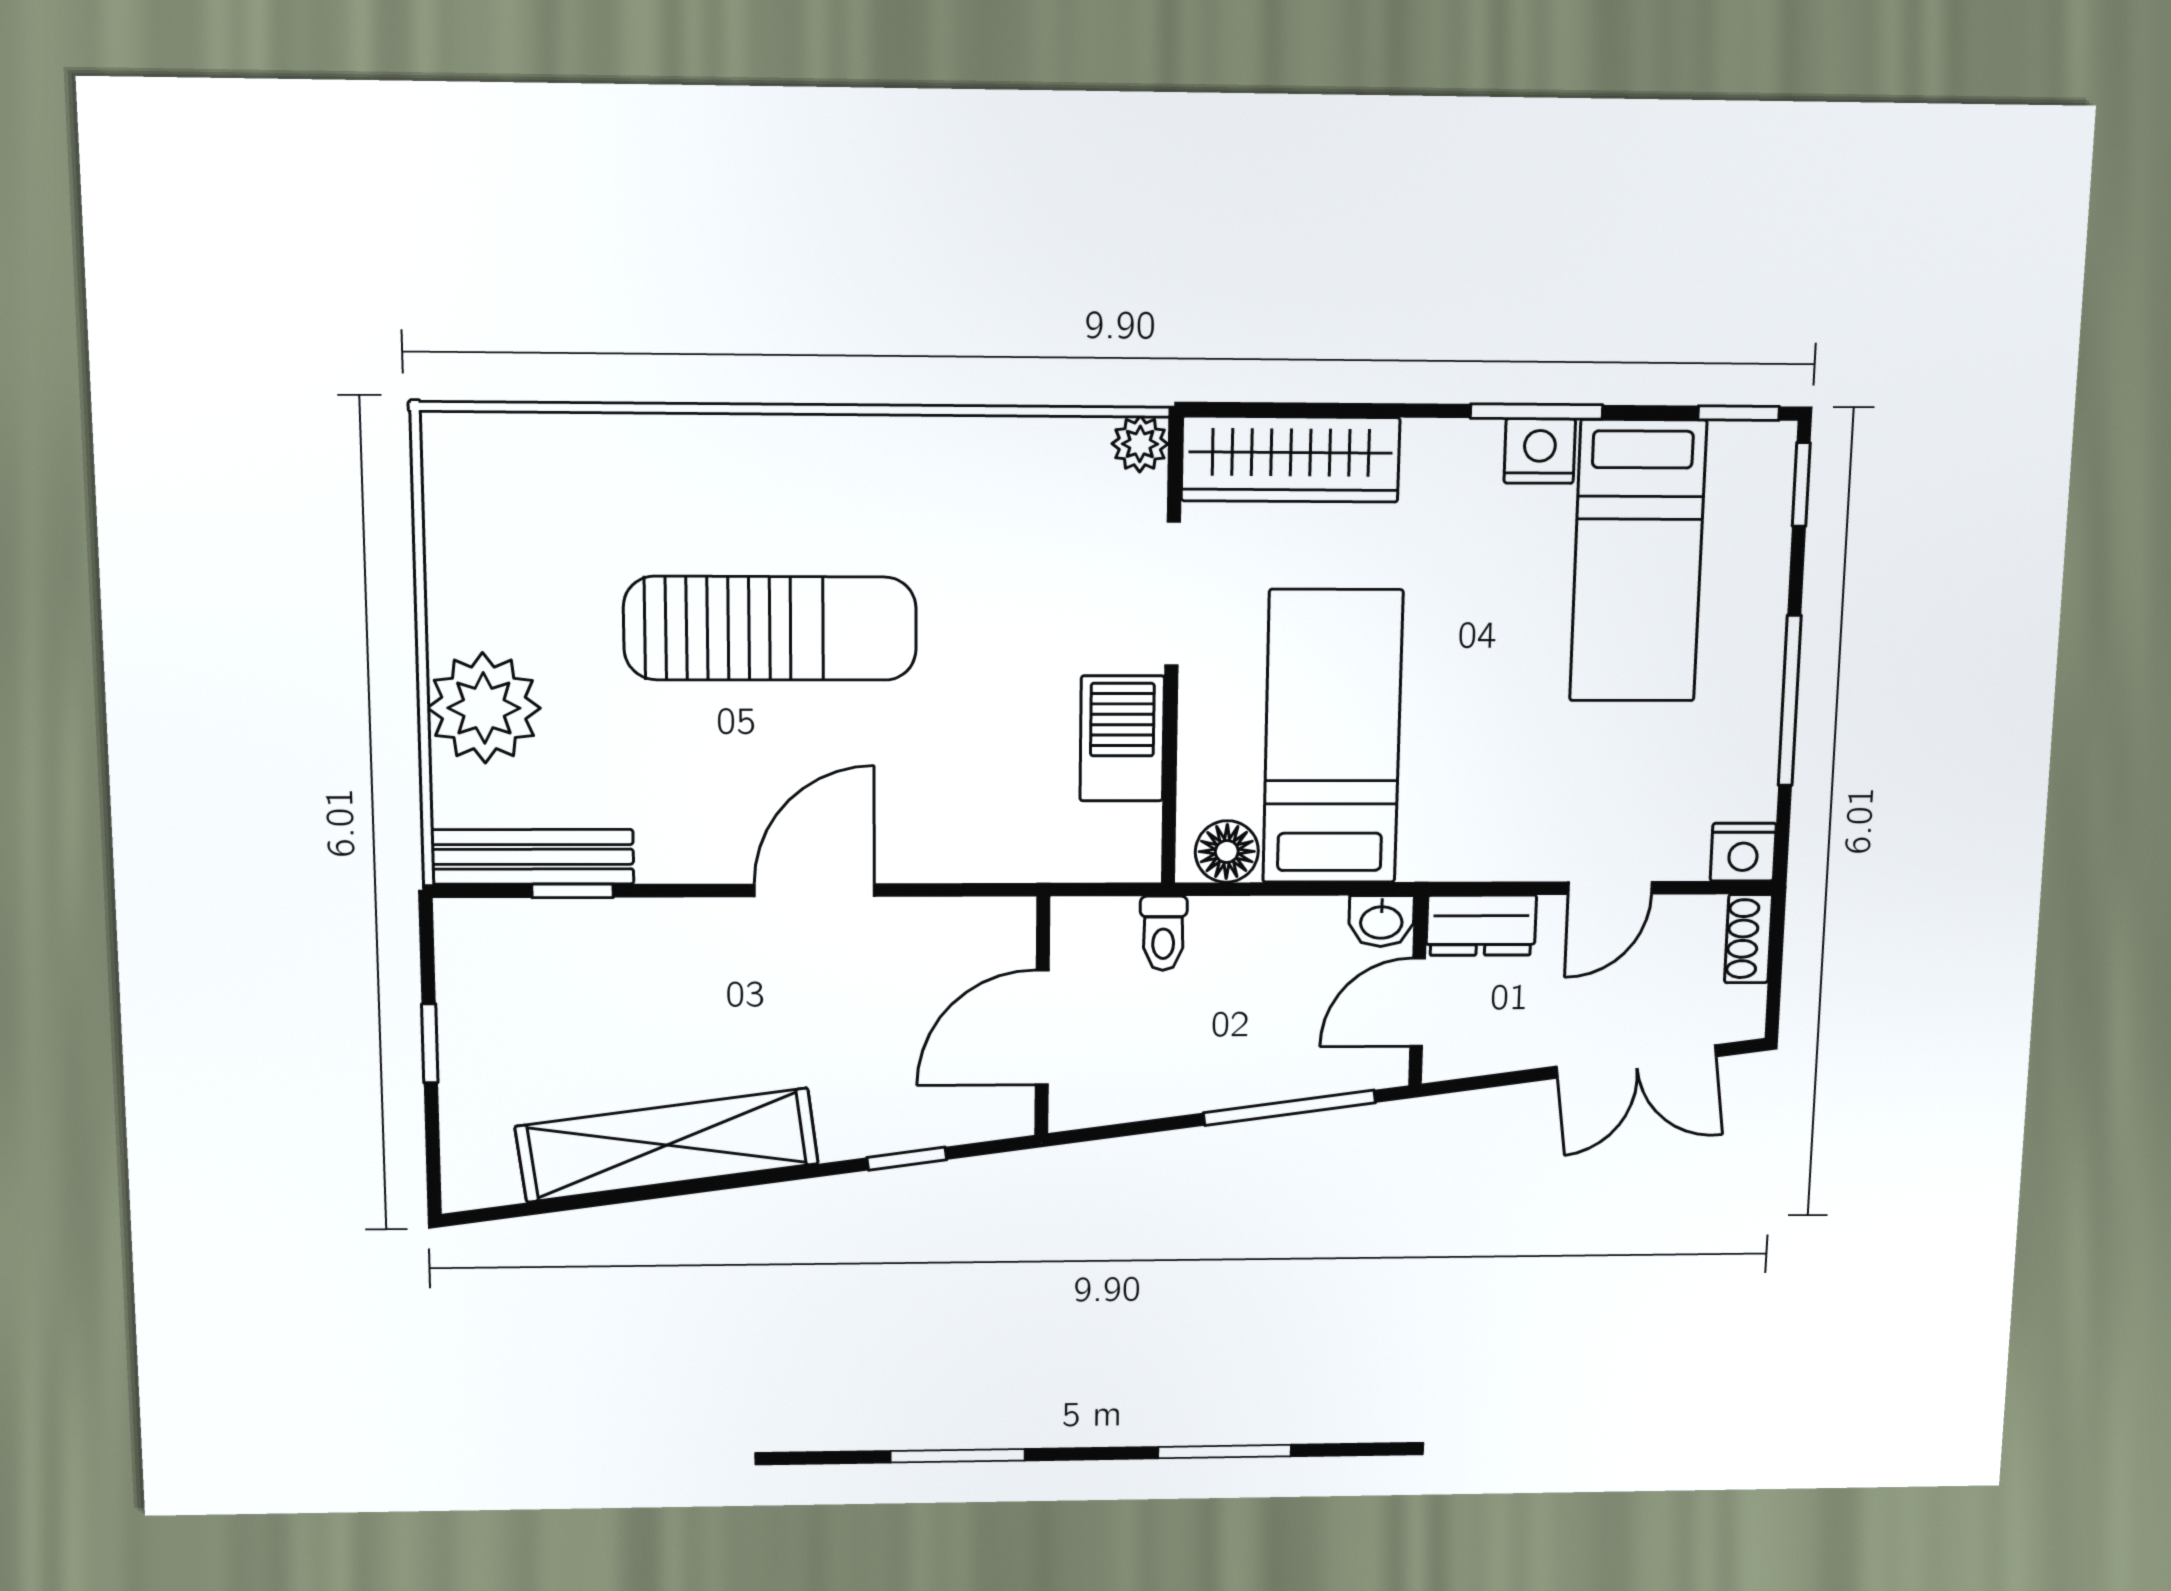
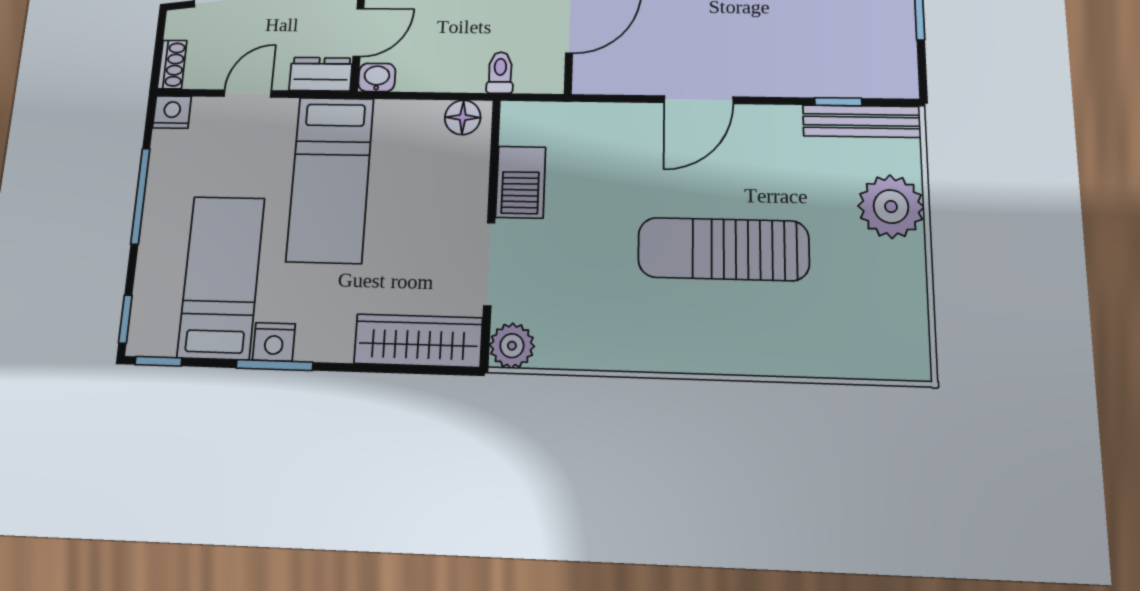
plant: (1140, 444) -> (512, 346), width x1.38, depth x1.38
bed: (1333, 737) -> (330, 179), moved

